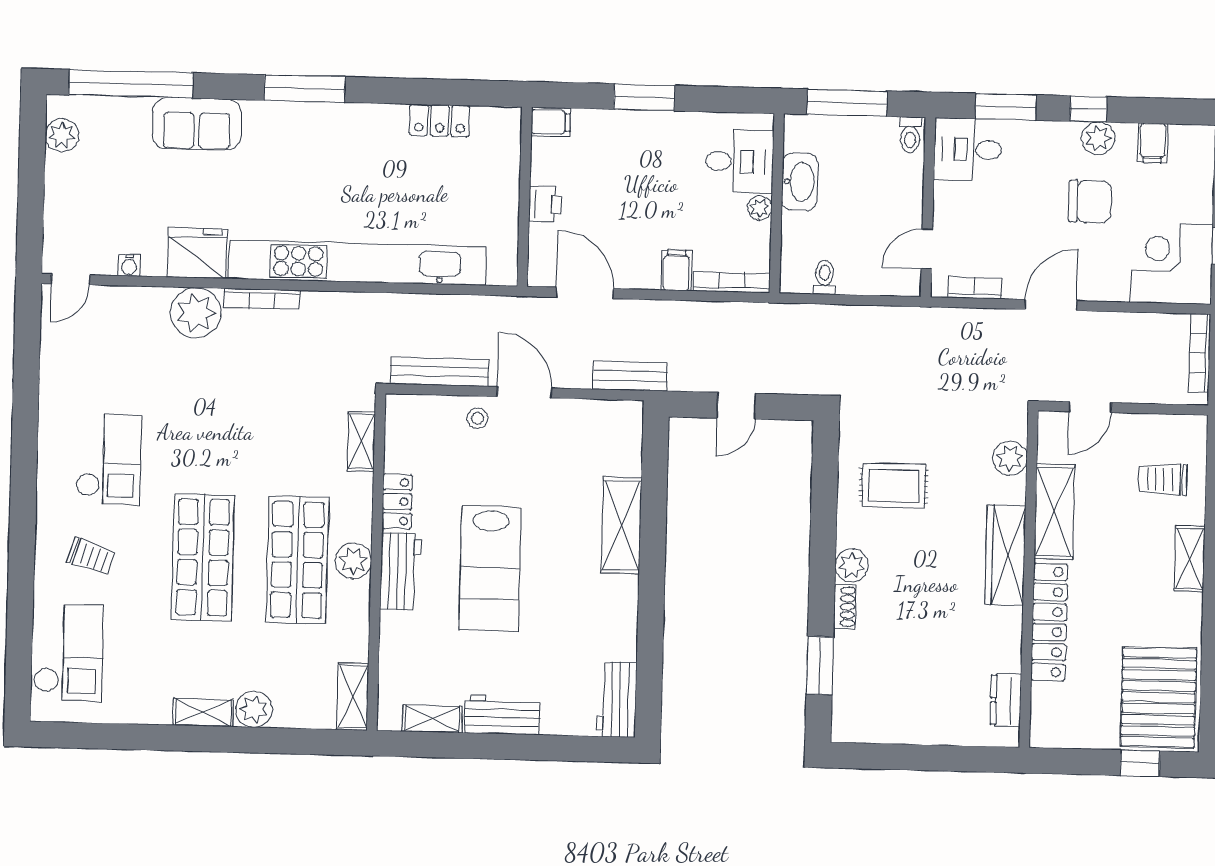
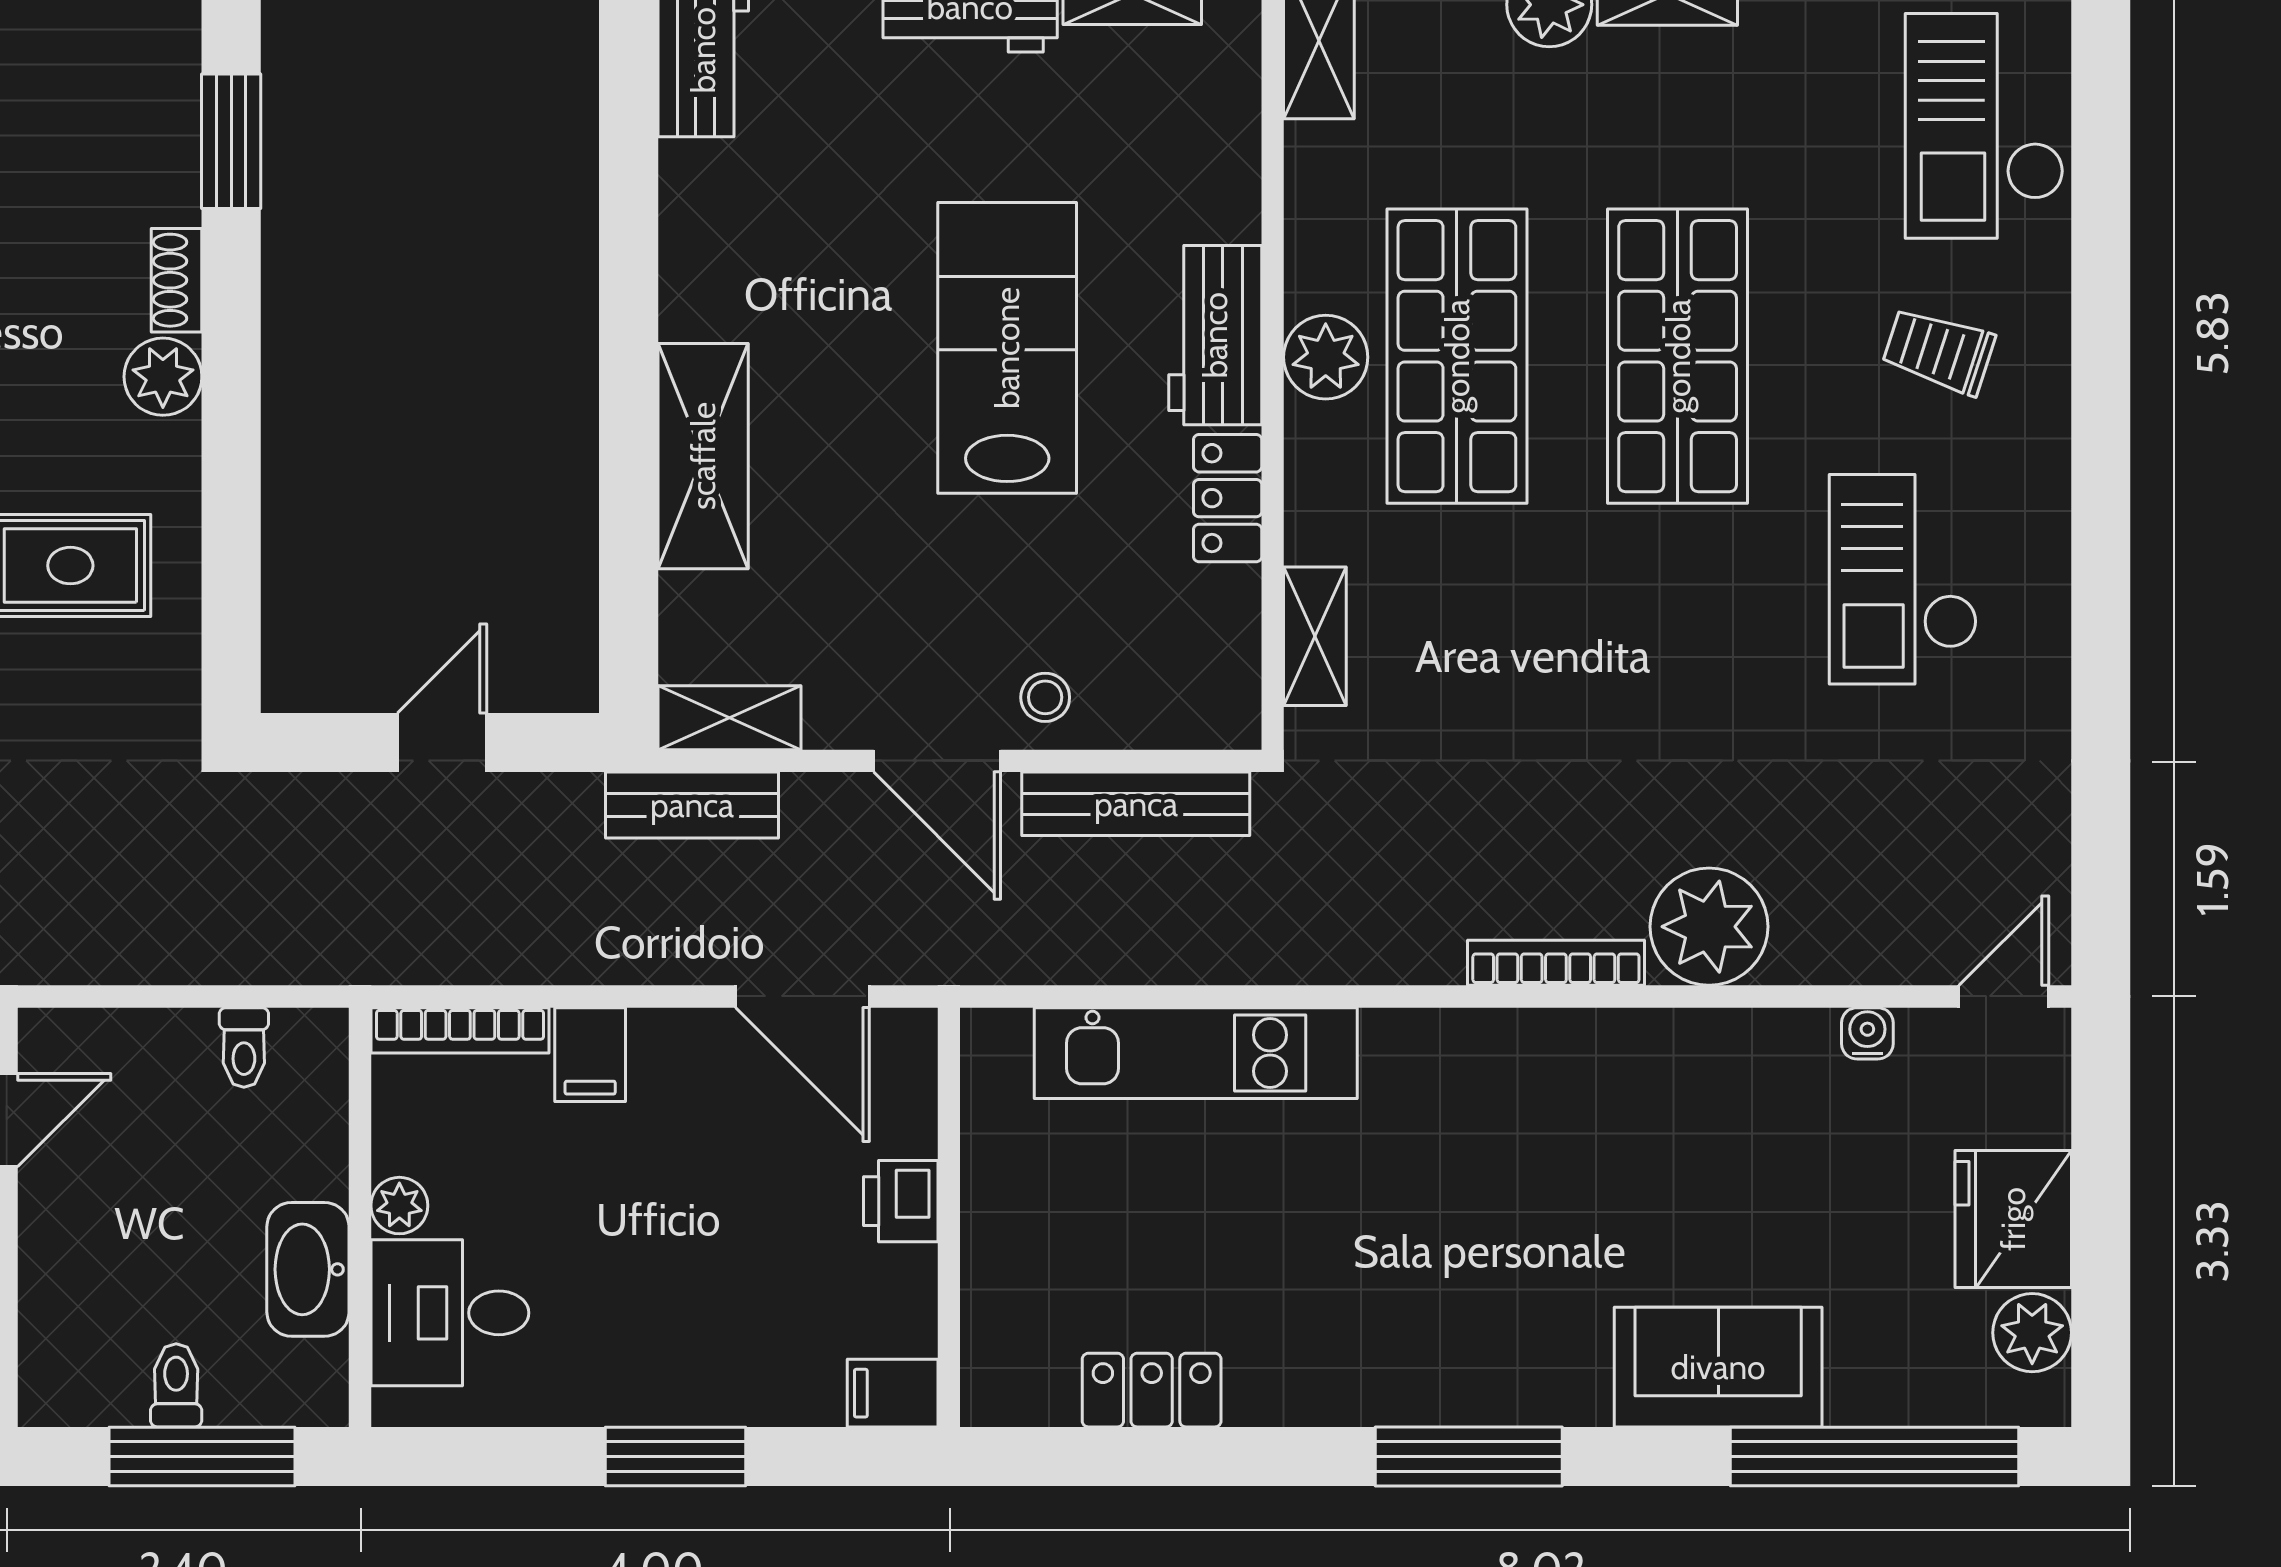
toilet: (910, 135) -> (176, 1385), moved
fridge: (197, 253) -> (2013, 1219), moved, turned 90
kitchen unit: (358, 263) -> (1196, 1053), width x0.54
shelving: (613, 413) -> (729, 718), added

